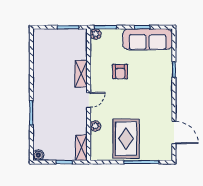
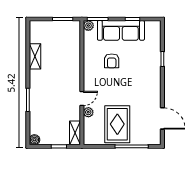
sofa: (148, 39) -> (121, 30), moved
shelving: (81, 74) -> (35, 56), moved
door: (89, 100) -> (82, 98), moved

